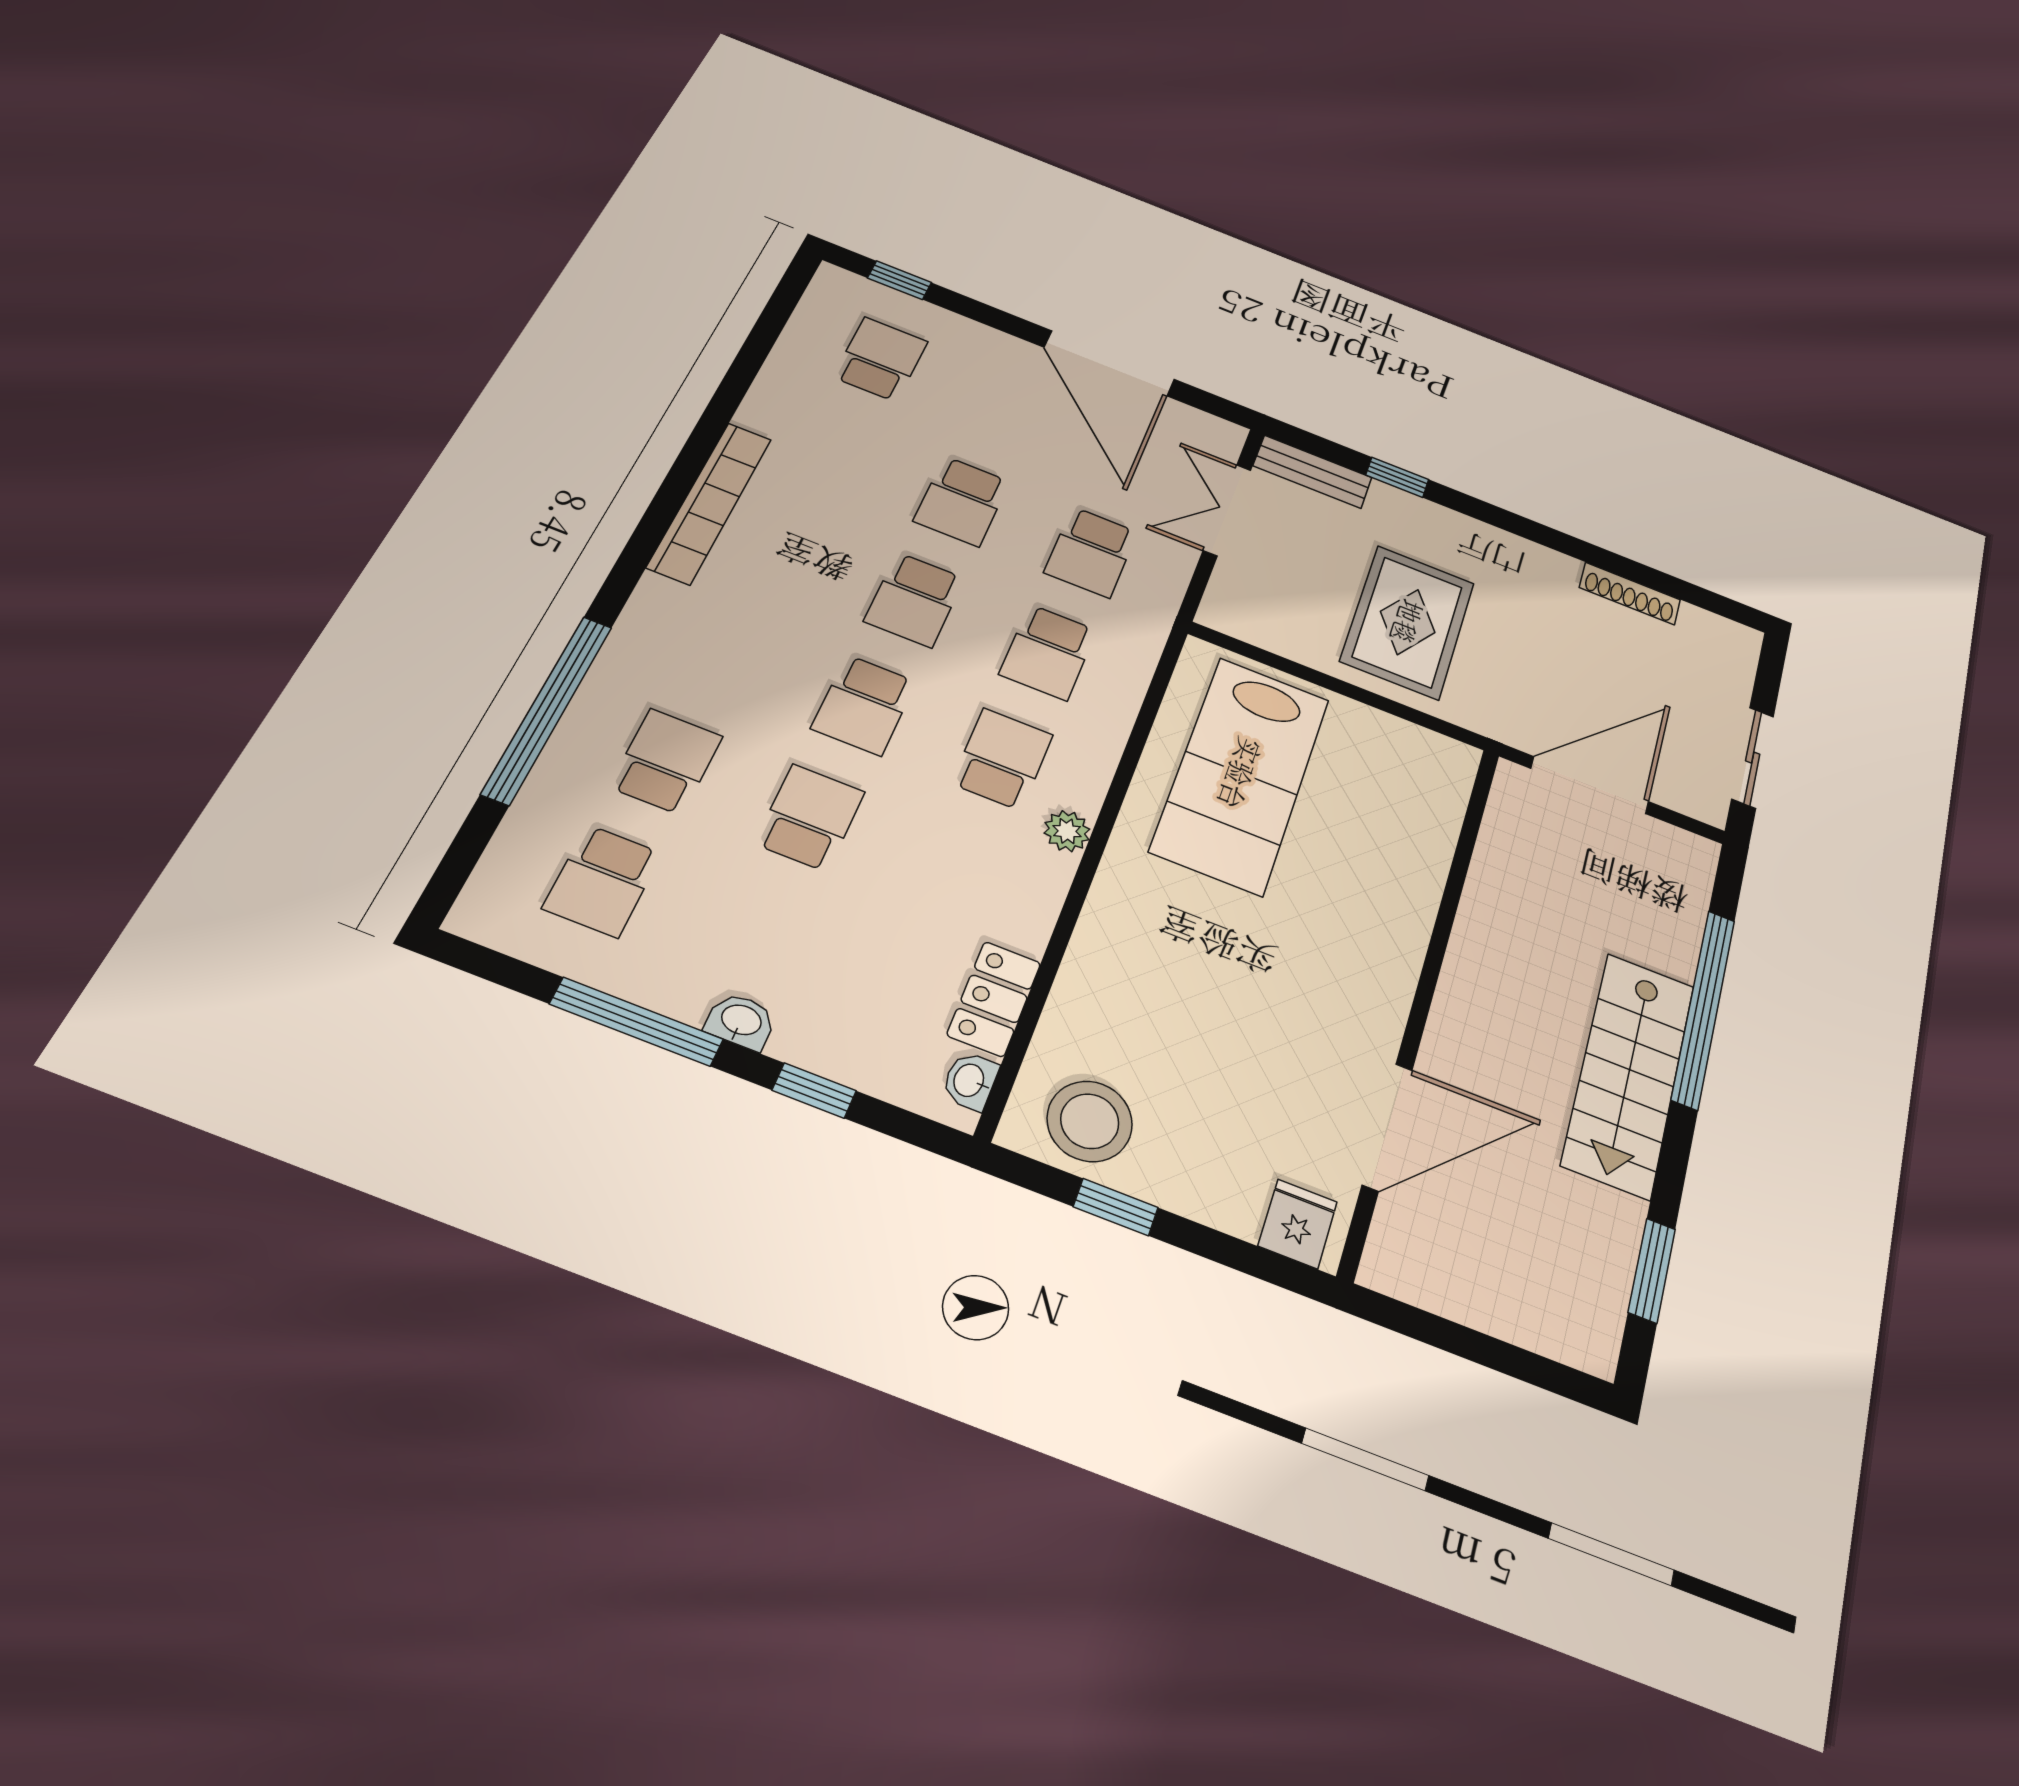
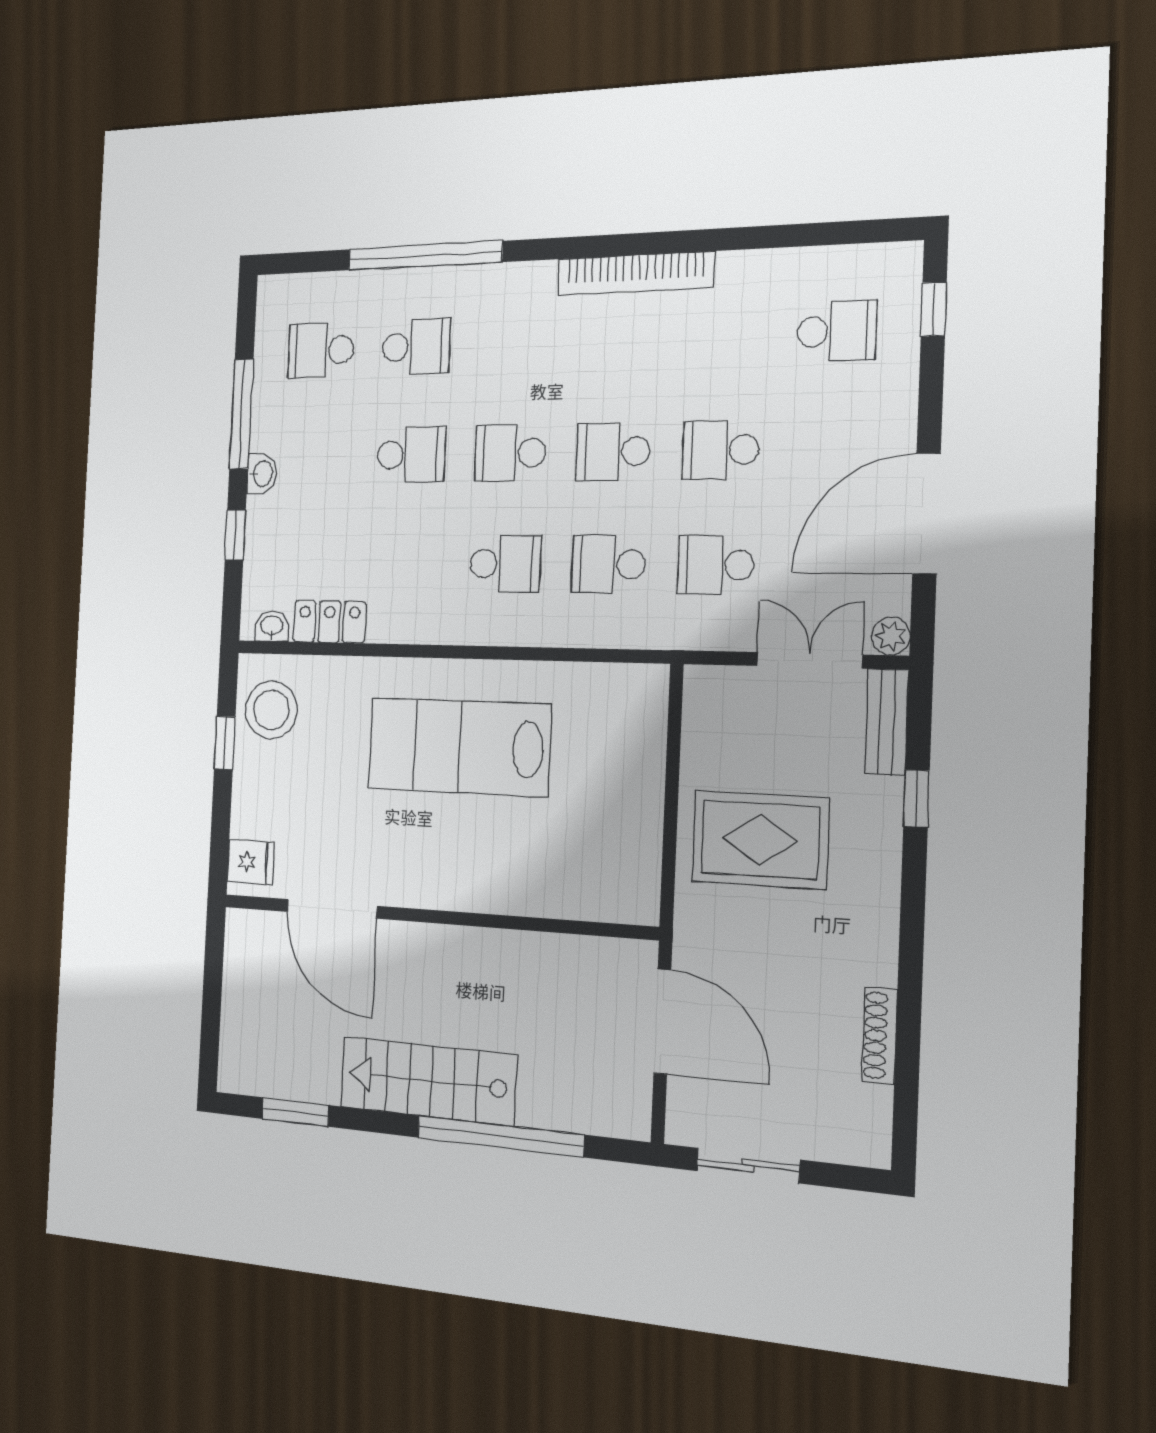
lab bench: (1241, 774) -> (459, 747), moved
plant: (1067, 831) -> (891, 636), moved

